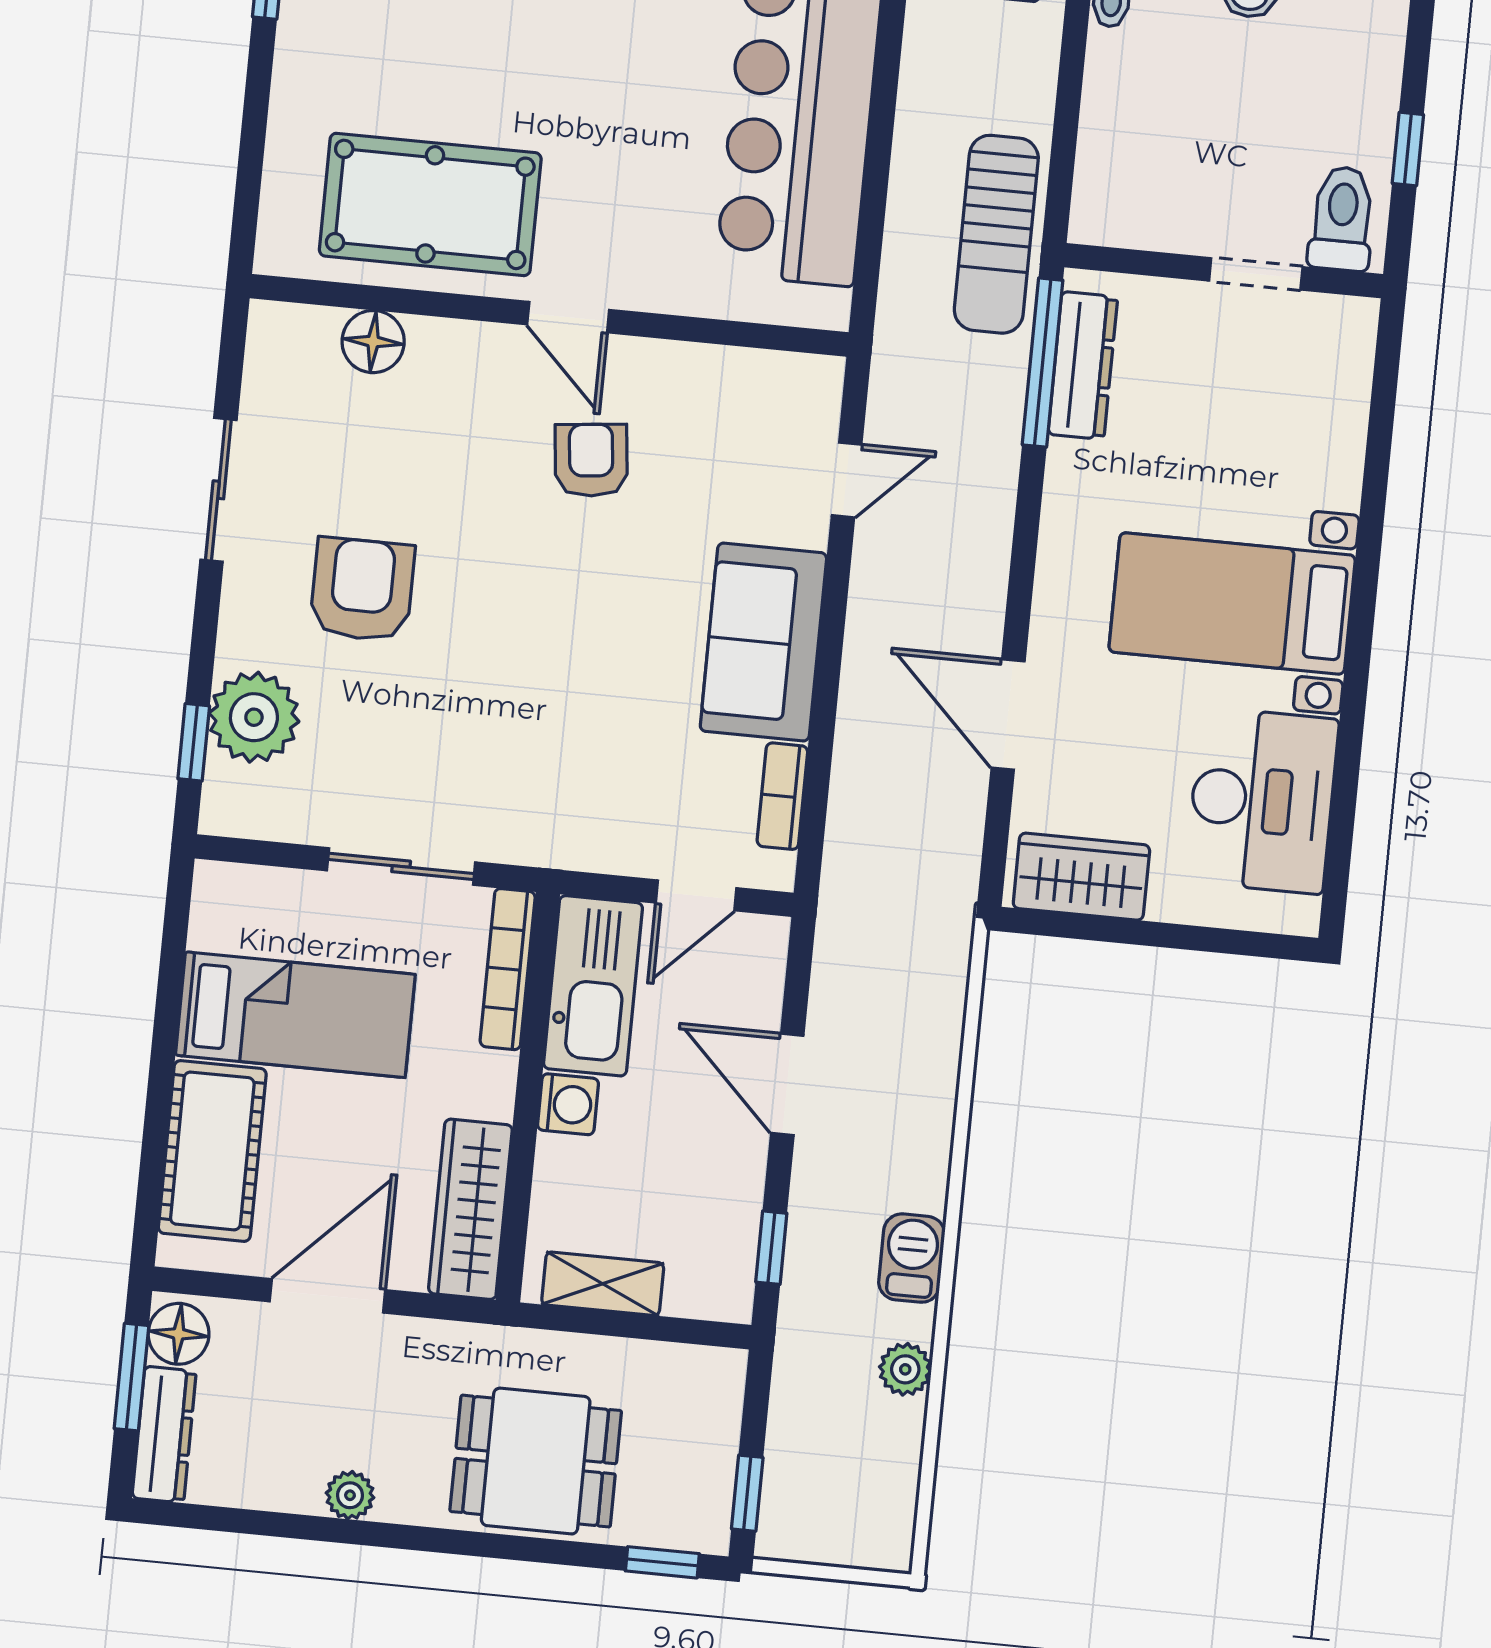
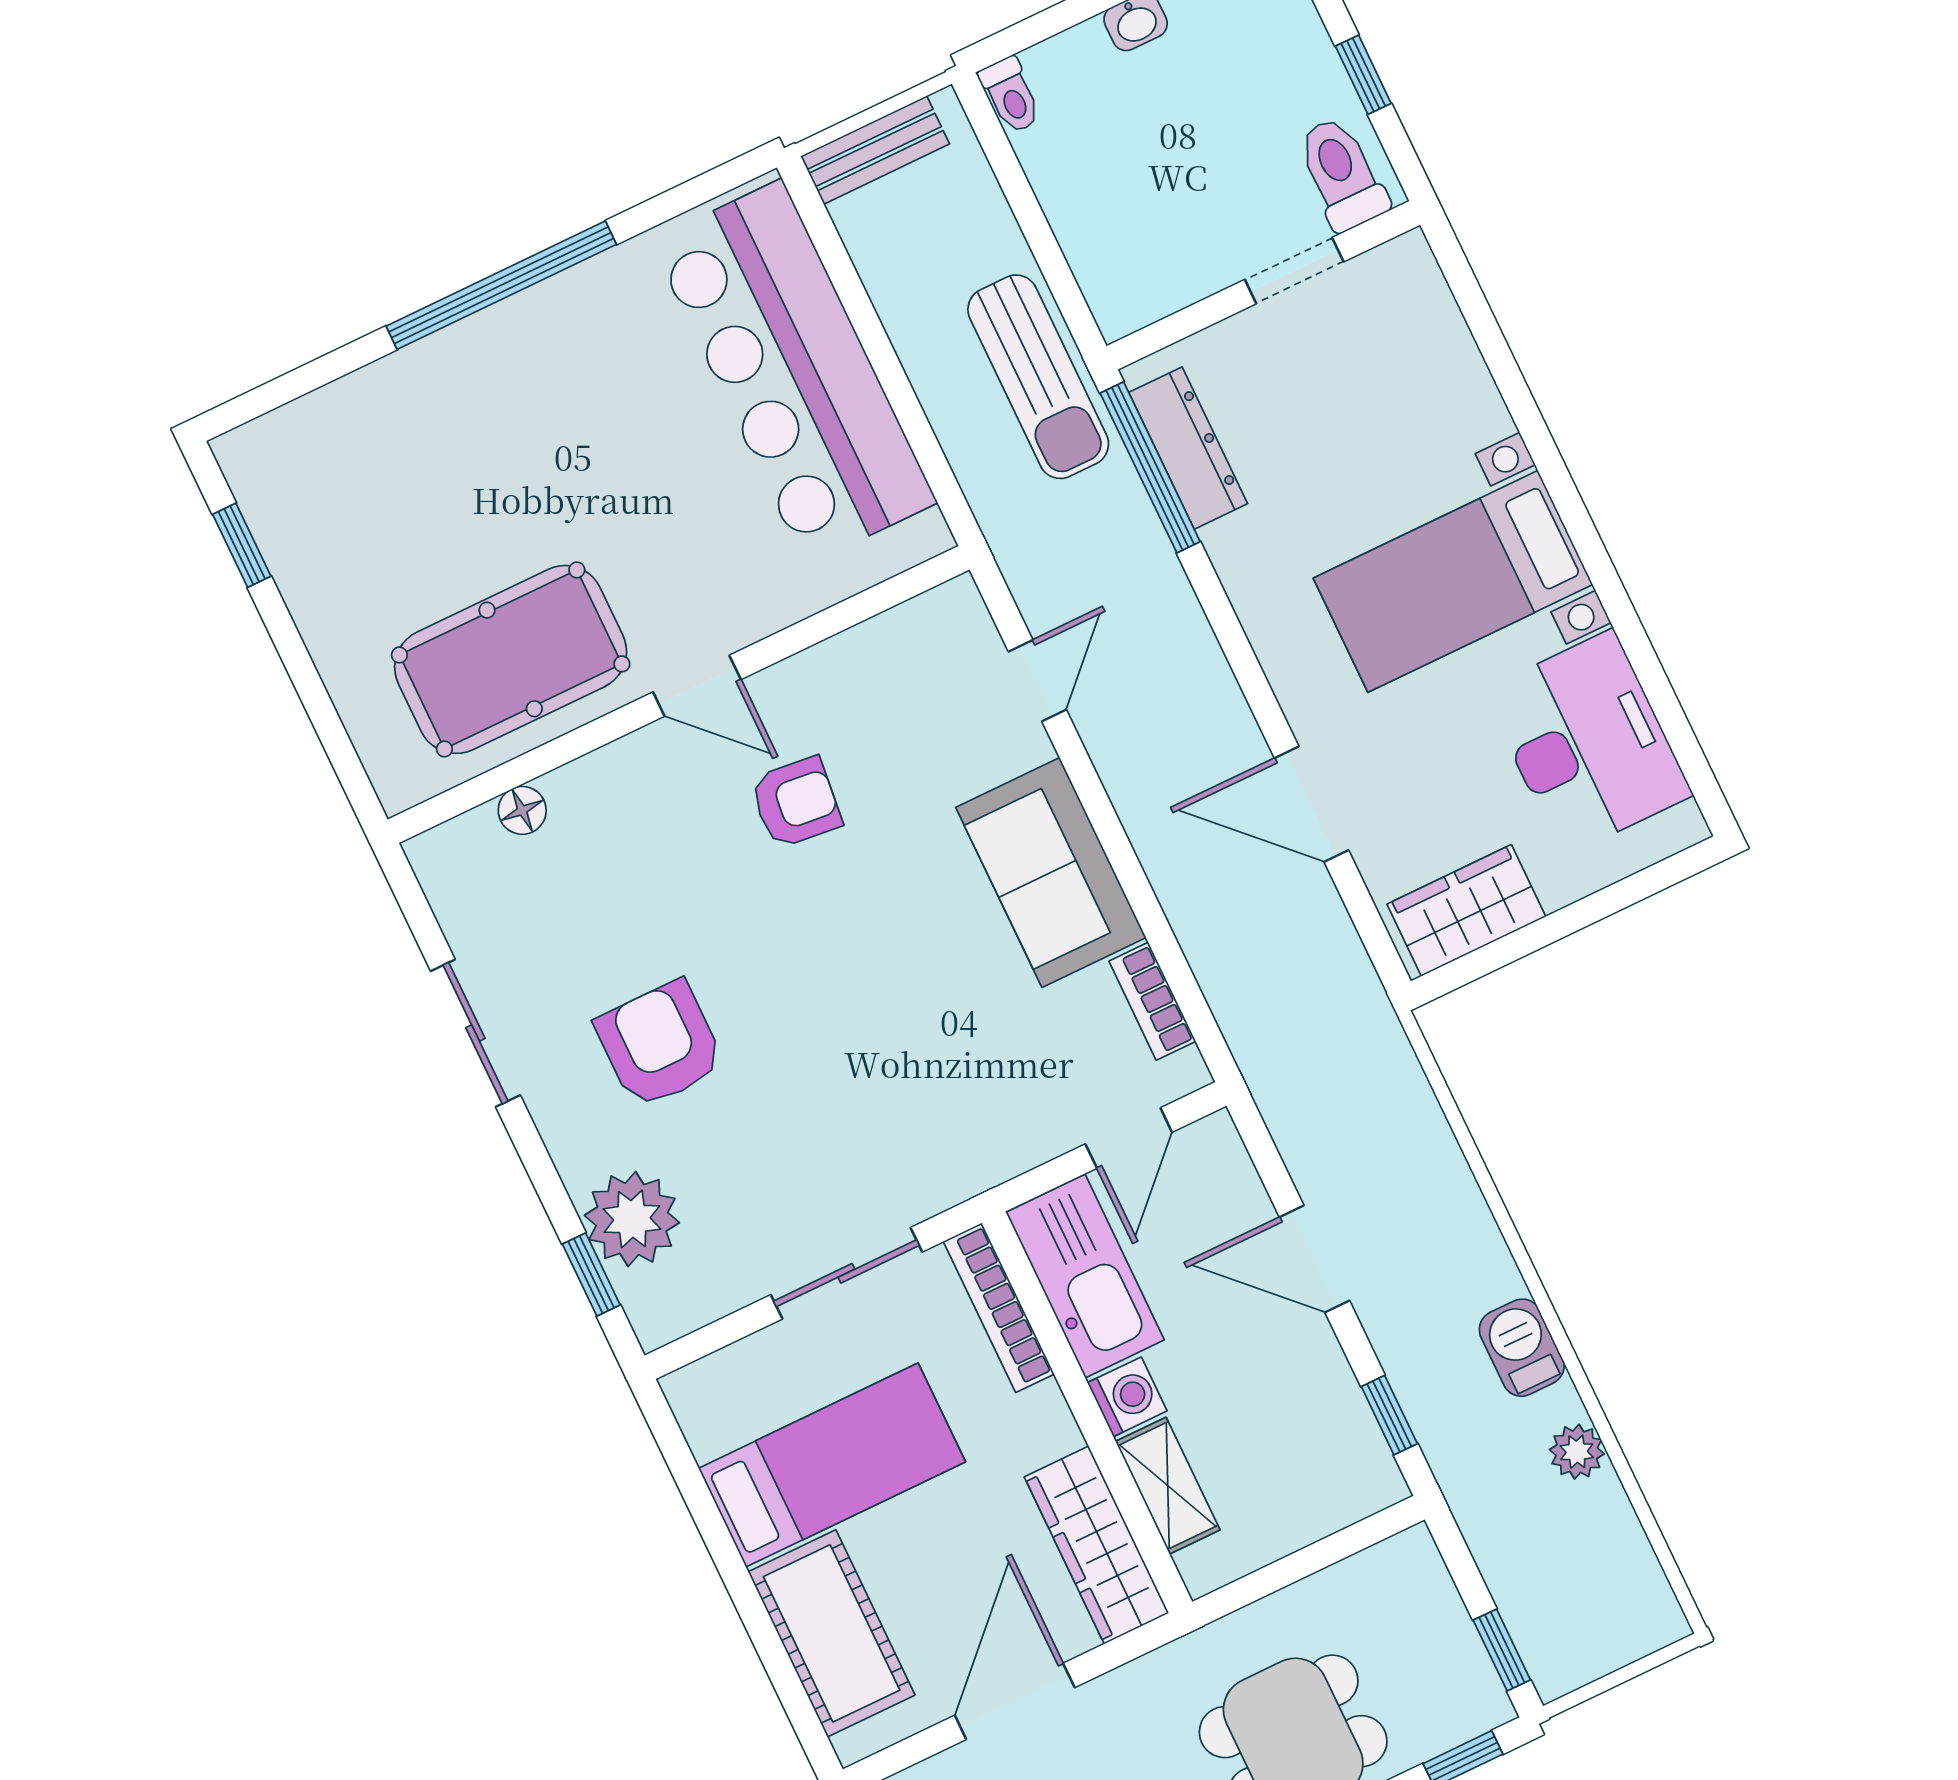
floor lamp: (373, 342) -> (522, 810), width x0.73, depth x0.73
armchair: (591, 460) -> (796, 802), turned 102
shelving: (603, 1284) -> (1168, 1486), moved, turned 90

